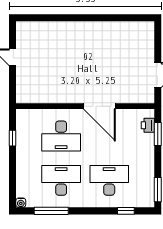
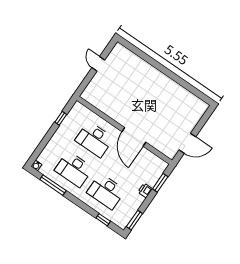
printer: (148, 125) -> (145, 190), moved
desk: (61, 180) -> (74, 169), turned 180
desk: (109, 180) -> (106, 191), turned 180

